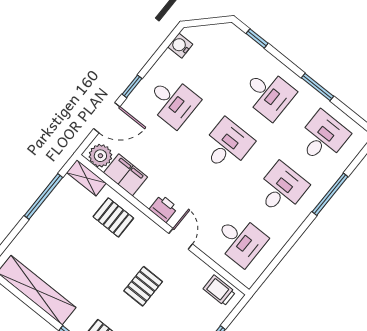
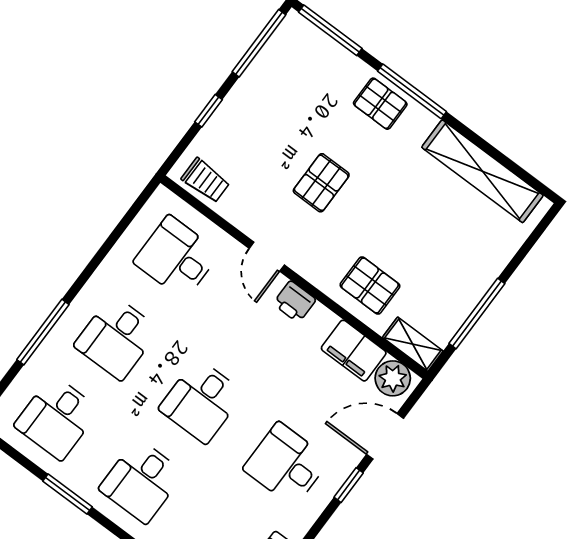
desk: (268, 94) -> (142, 481), turned -90

